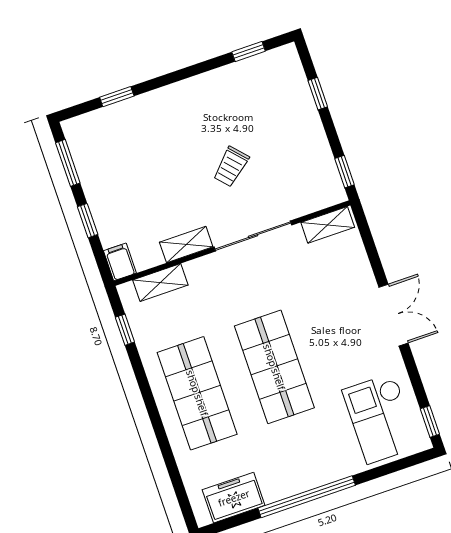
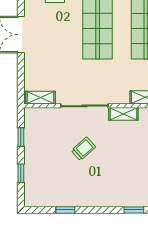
window: (249, 51) -> (65, 210), moved
window: (344, 172) -> (21, 137), moved

